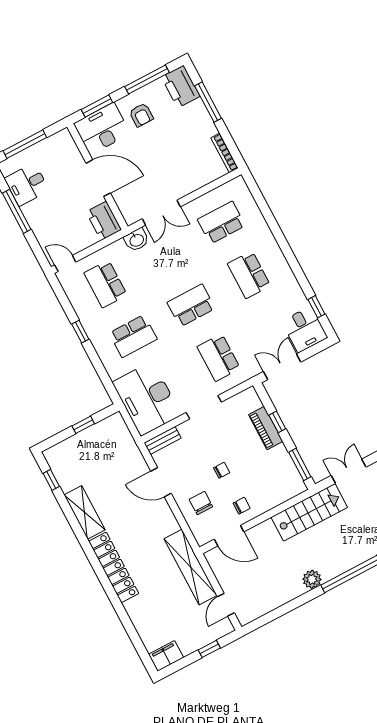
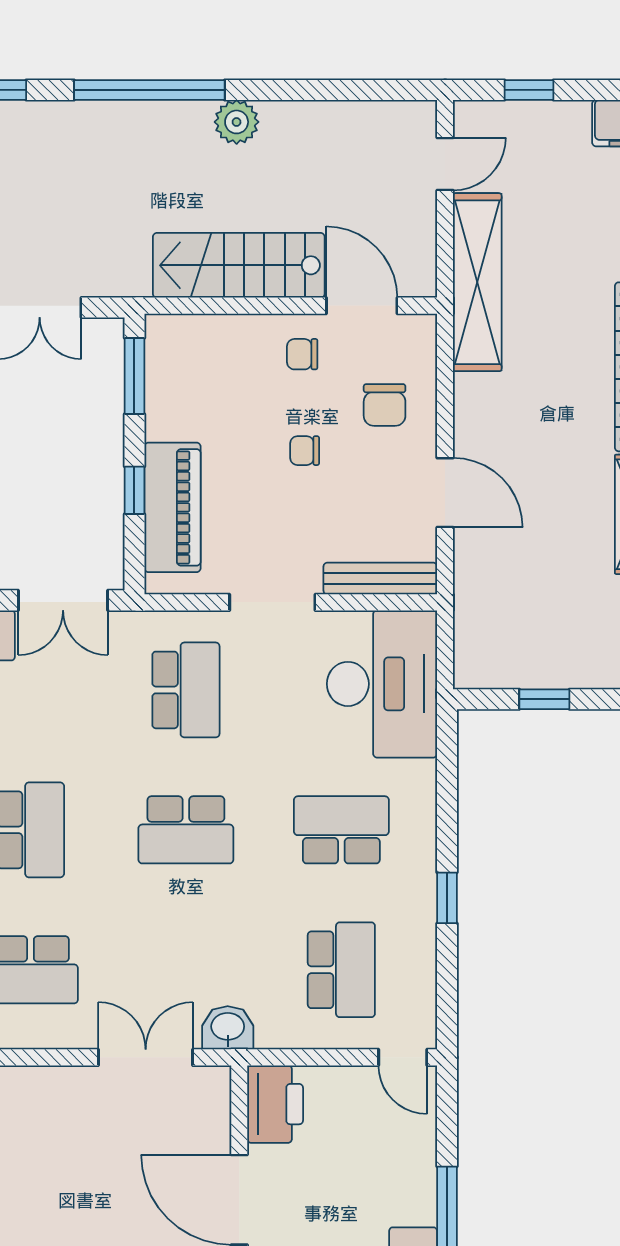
piano: (266, 428) -> (172, 507), width x1.37, depth x1.33
bench: (163, 440) -> (380, 579), width x1.36
stairs: (309, 512) -> (239, 265), moved

